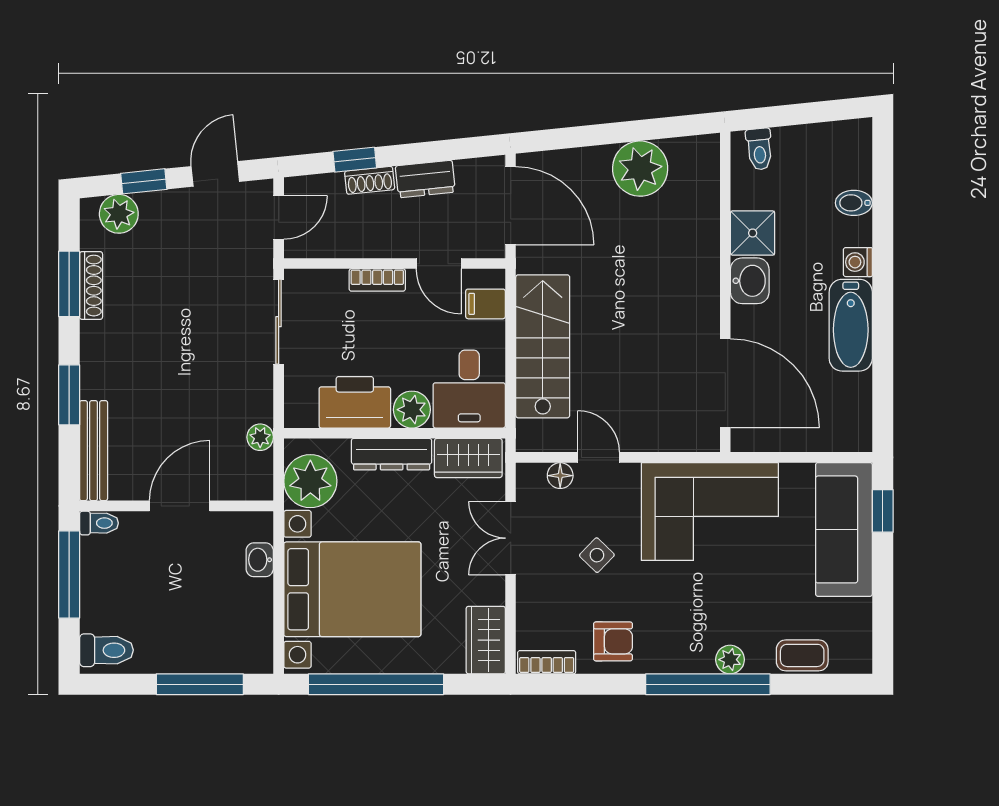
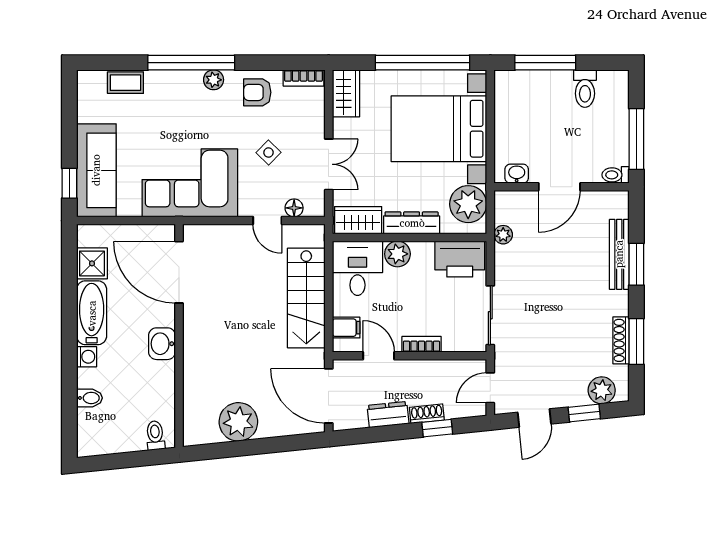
shower: (753, 233) -> (92, 263), moved
printer: (355, 402) -> (460, 259), moved
bench: (94, 451) -> (619, 254), moved
washbasin: (260, 560) -> (517, 174), moved, turned -90
toilet: (106, 650) -> (585, 89), moved, turned -90
plant: (730, 660) -> (214, 80), moved

